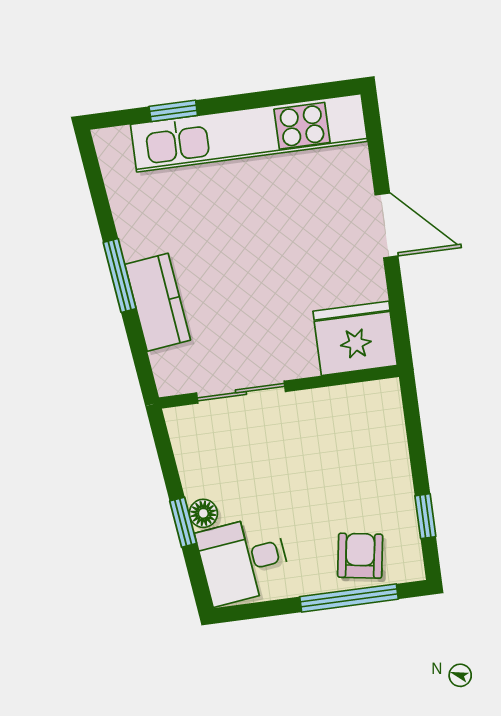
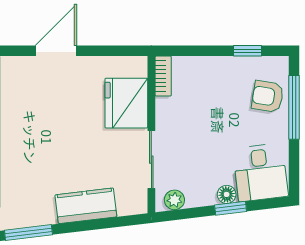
window: (120, 276) -> (28, 233), moved
fridge: (355, 338) -> (126, 103), moved
bookcase: (370, 393) -> (163, 76), added
plant: (184, 435) -> (174, 200), added

